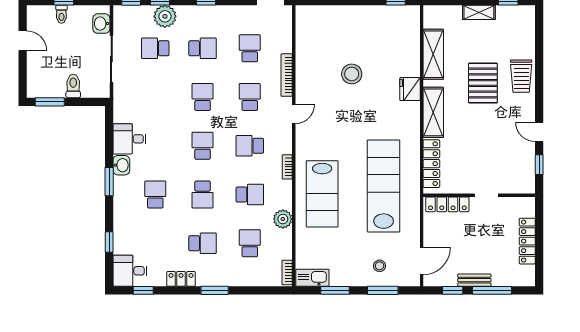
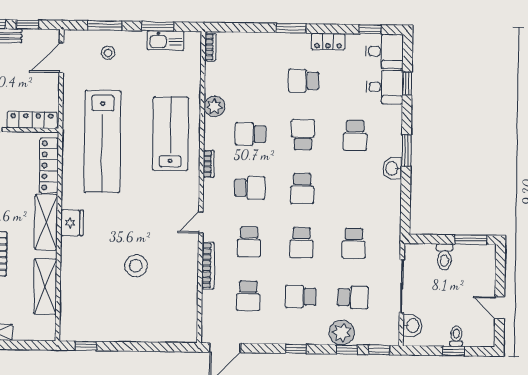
fridge: (410, 89) -> (72, 223), moved
desk: (129, 139) -> (385, 87), moved
school desk: (250, 243) -> (354, 243), moved
kitchen sink: (312, 278) -> (166, 41), moved

